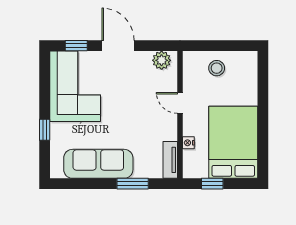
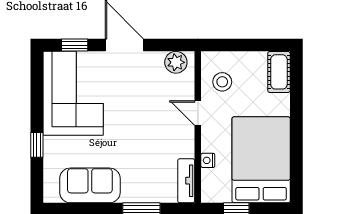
stool: (217, 68) -> (222, 82), moved
cot: (248, 68) -> (279, 72), added
sofa: (98, 164) -> (90, 185), width x0.73

